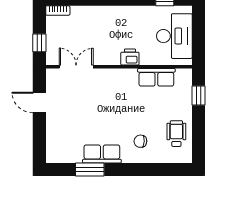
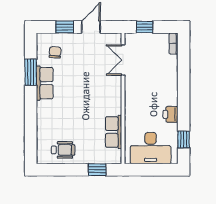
printer: (130, 57) -> (170, 114), moved, turned 180
double door: (76, 67) -> (123, 60), swing flipped
window: (39, 132) -> (65, 27), added
chair: (140, 141) -> (55, 52), moved

